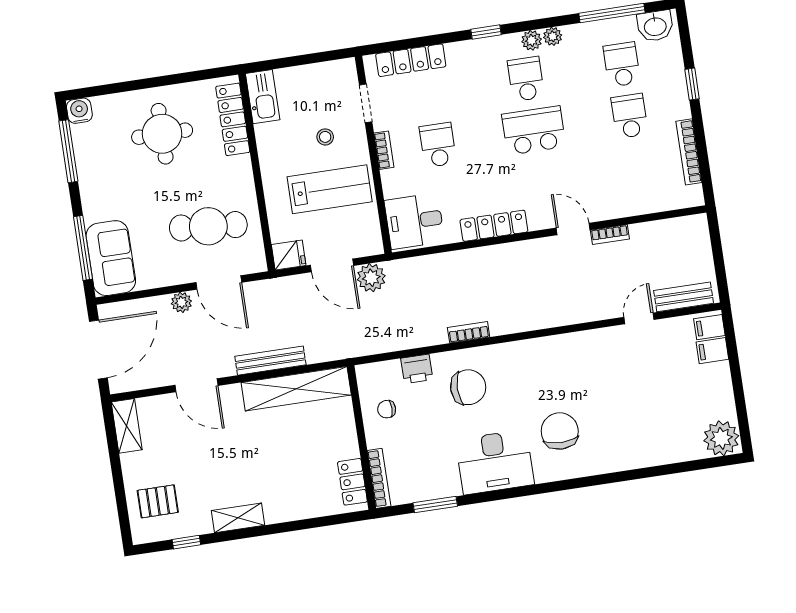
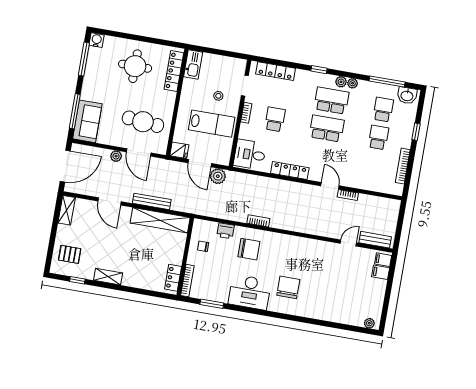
school desk: (526, 79) -> (331, 101), width x1.85
plant: (721, 438) -> (369, 323), width x0.53, depth x0.53

